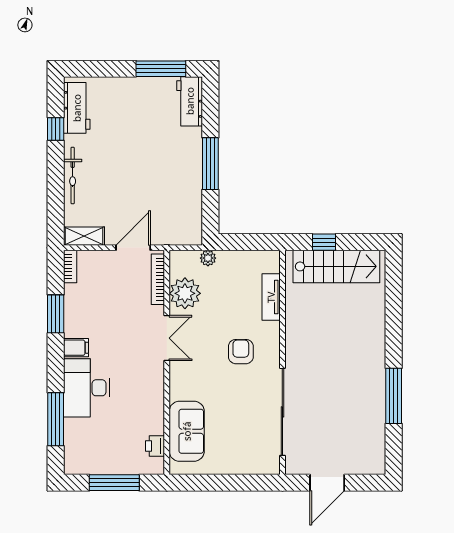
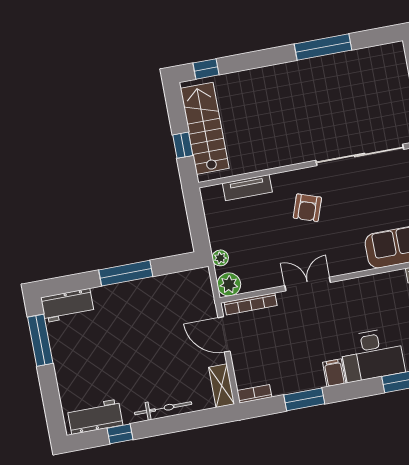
window: (394, 279) -> (206, 69), added
plant: (185, 293) -> (229, 284), moved, width x0.73, depth x0.73
armchair: (241, 352) -> (307, 208), turned -71

